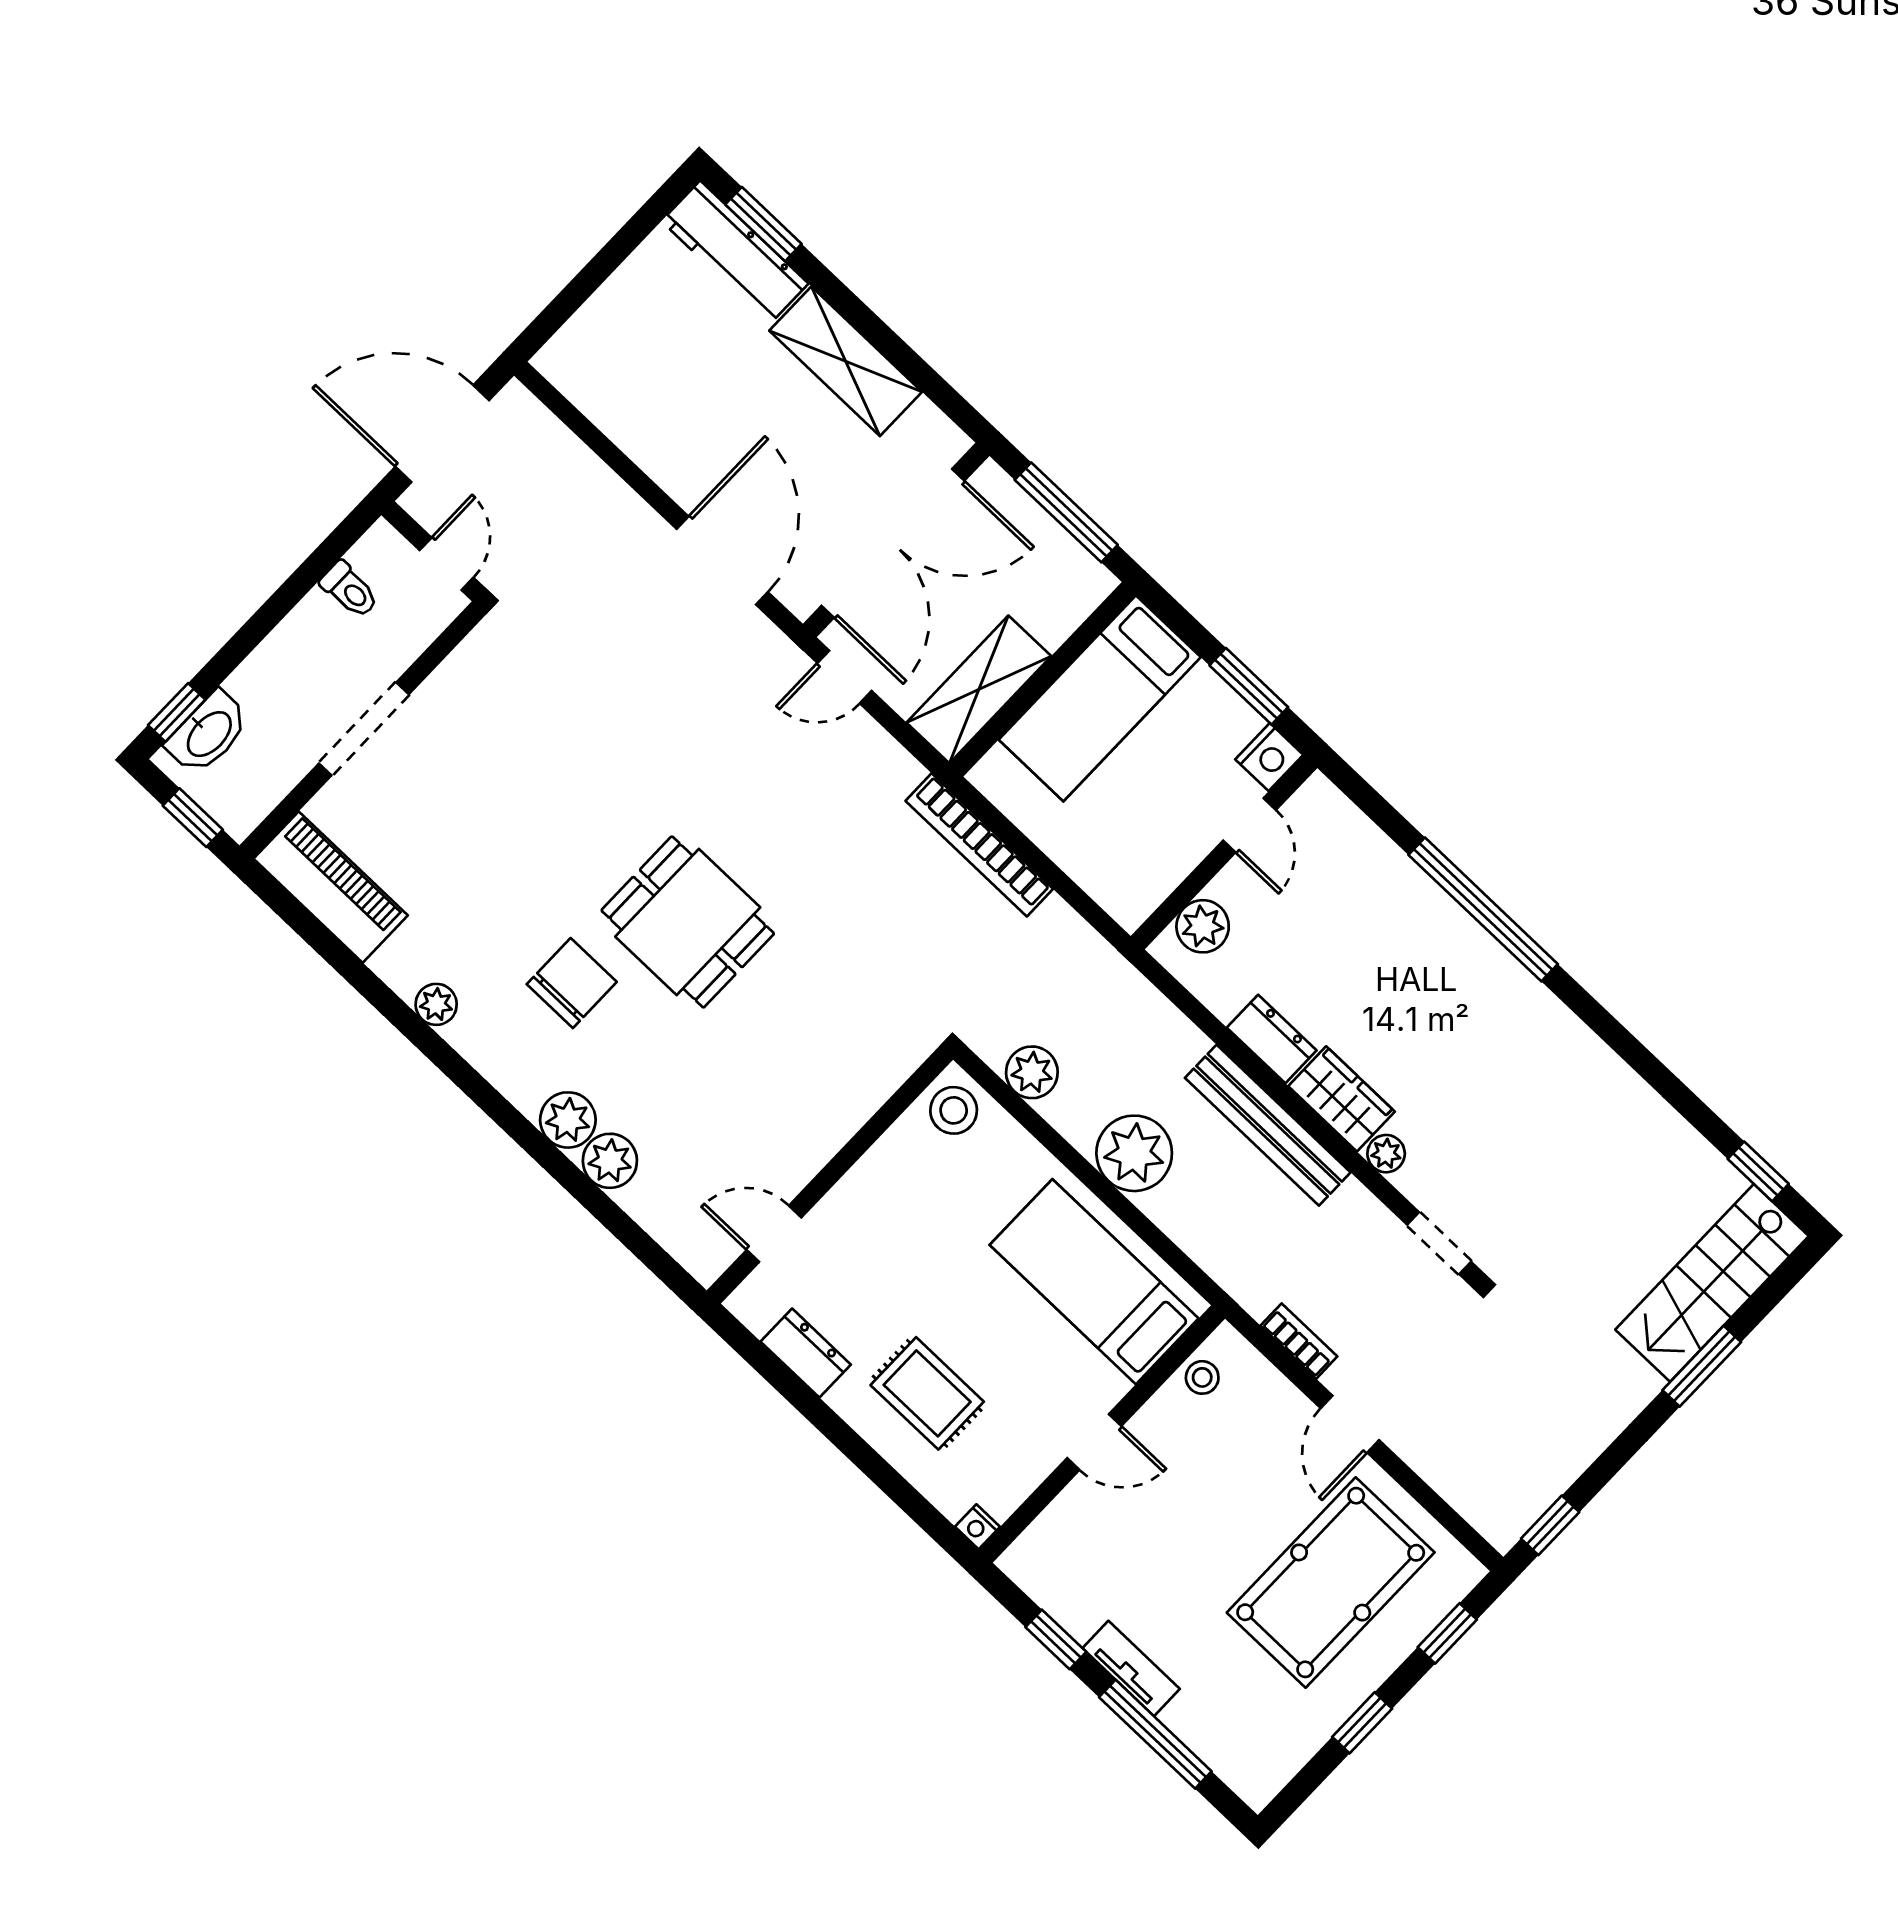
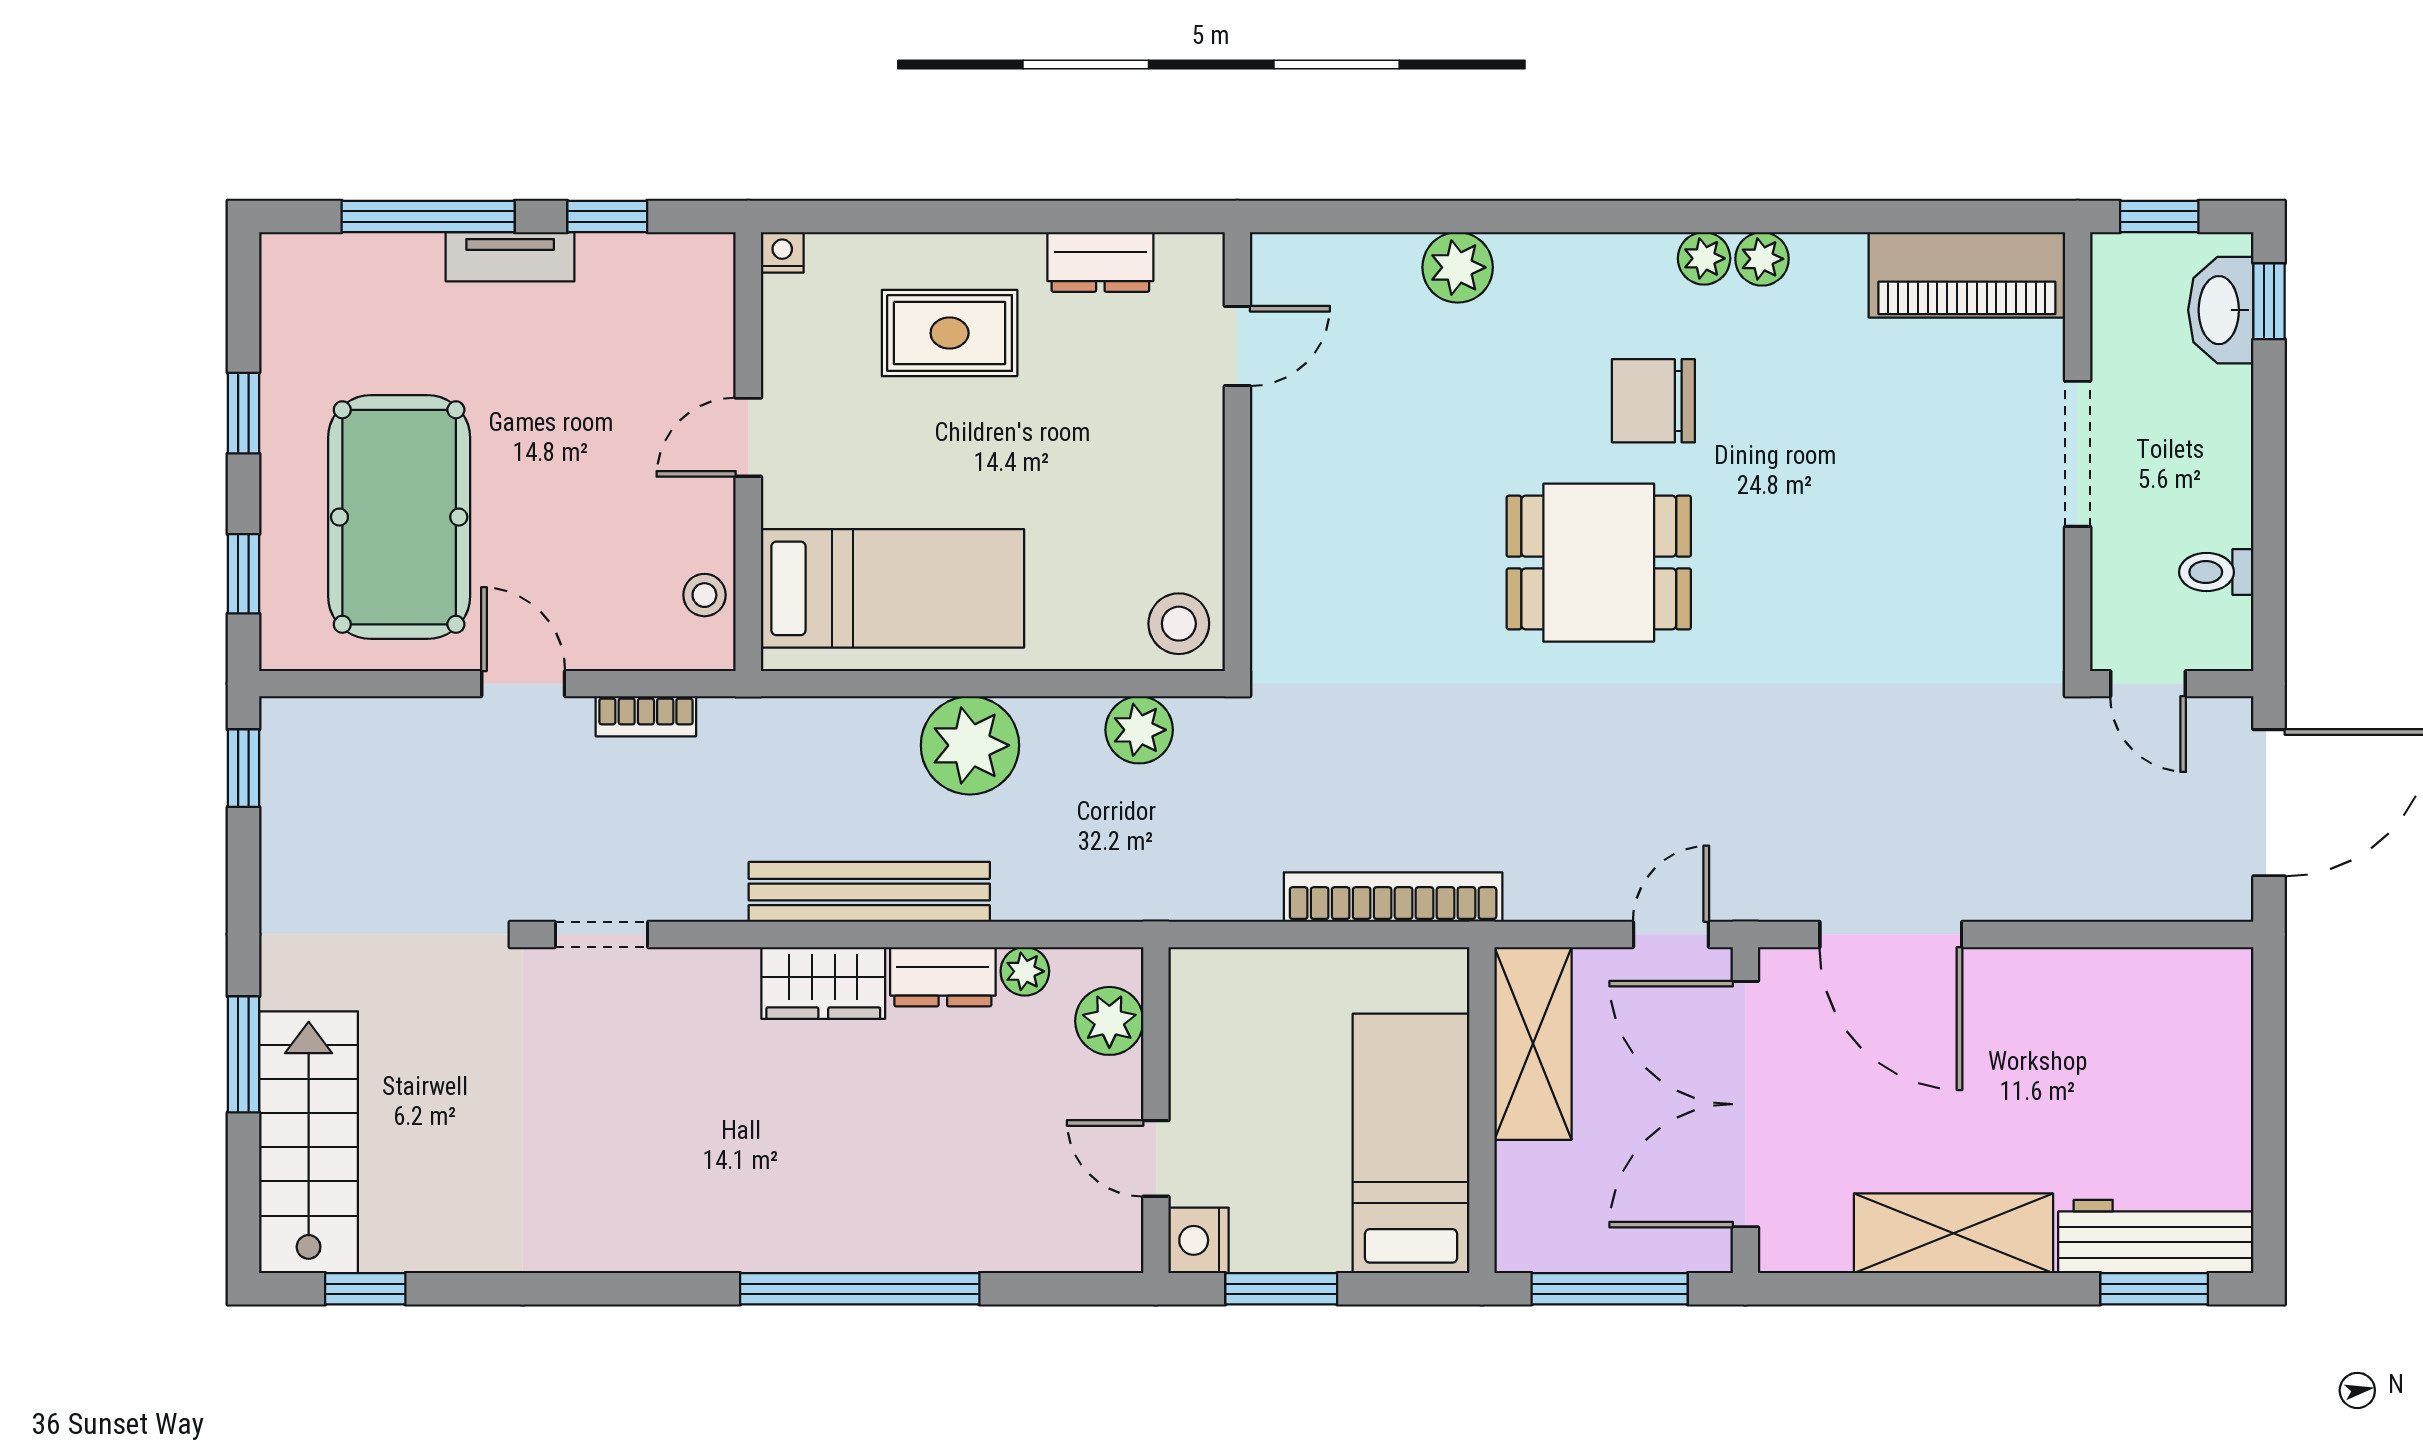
chair: (572, 983) -> (1653, 401), turned 90
plant: (568, 1120) -> (1704, 258), moved, width x0.73, depth x0.73
plant: (1386, 1154) -> (1025, 971), moved

